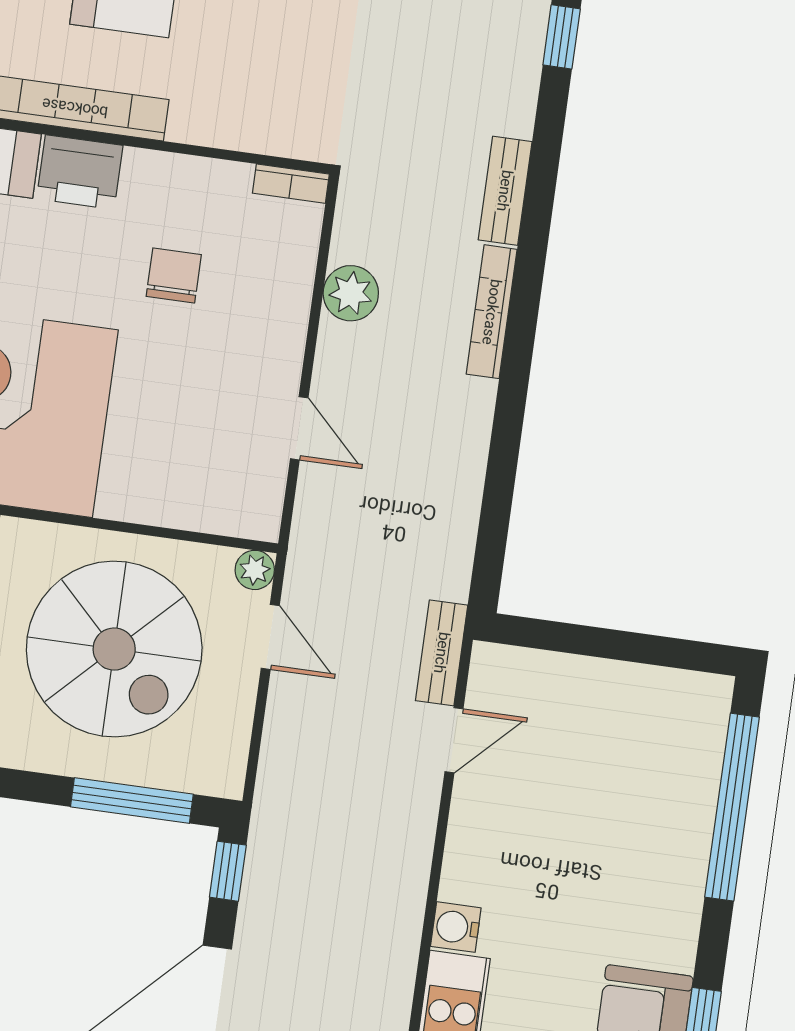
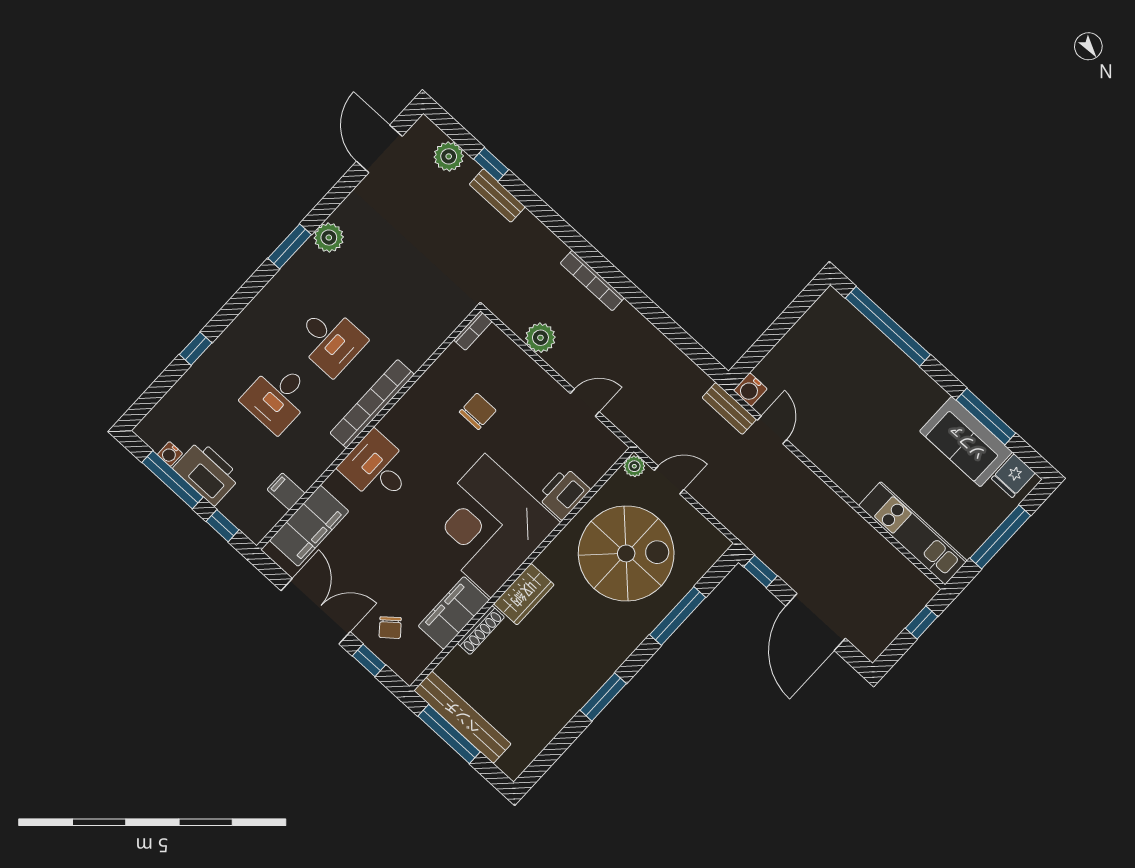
printer: (80, 172) -> (564, 493), moved, turned 180
bench: (505, 191) -> (497, 196), moved
chair: (174, 275) -> (478, 411), turned 90
window: (132, 801) -> (678, 616), moved
water cooler: (456, 927) -> (750, 390), moved

